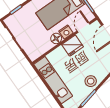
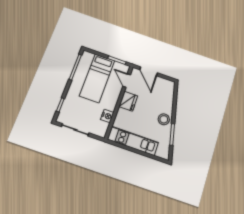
nightstand: (66, 32) -> (107, 116), moved
floor lamp: (56, 38) -> (111, 105), removed

